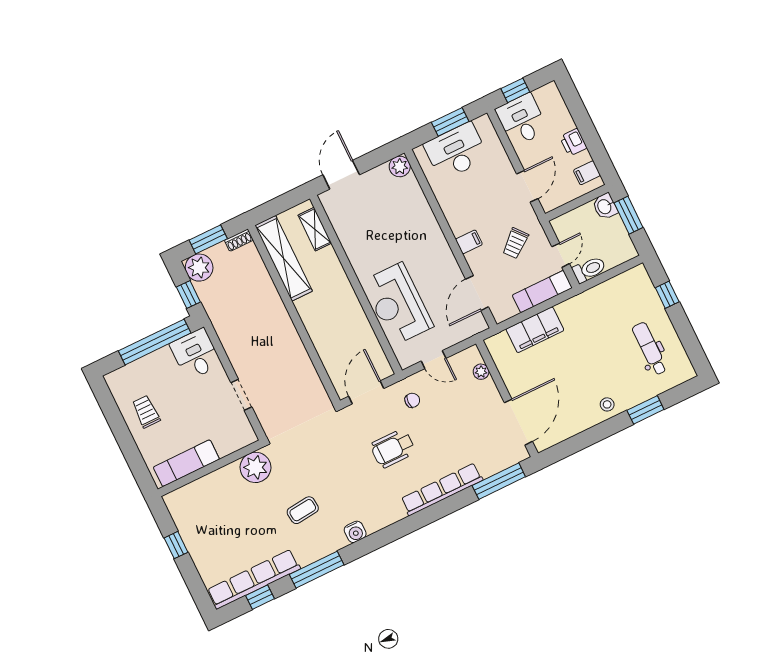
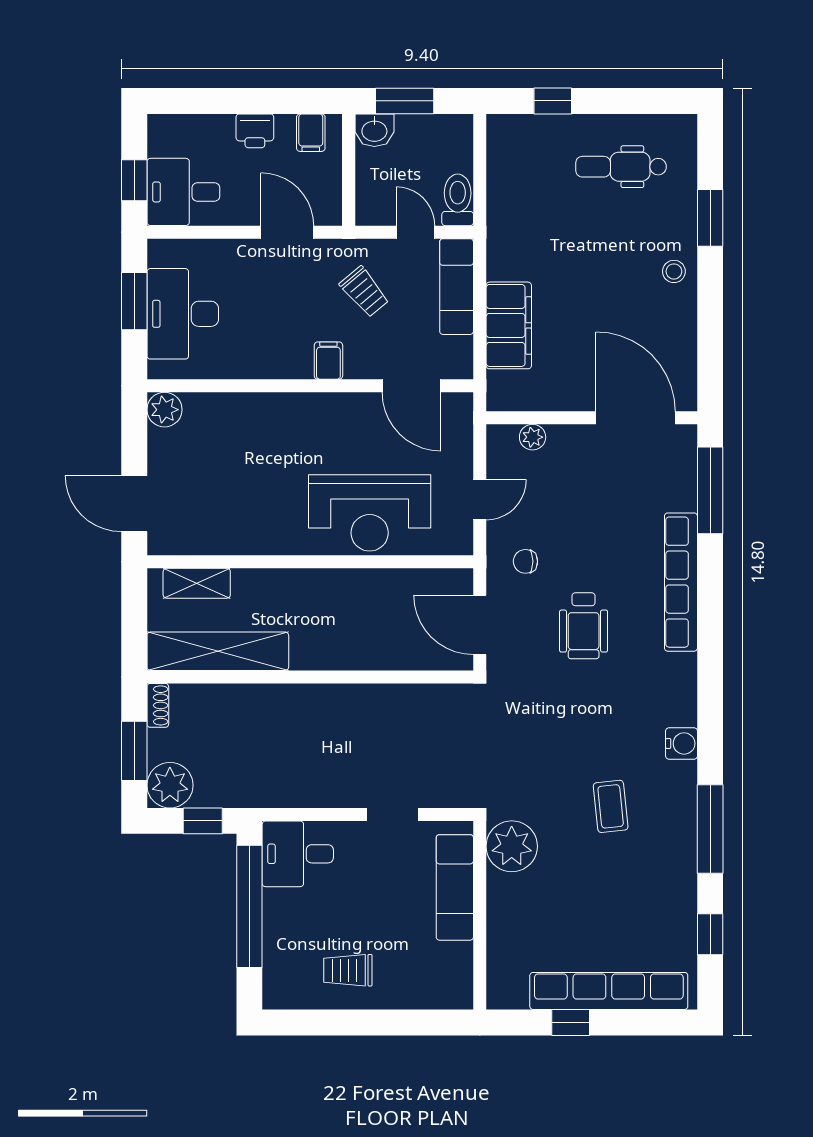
chair: (412, 400) -> (525, 561), turned -90
exam couch: (186, 463) -> (455, 887), moved
row of seats: (254, 579) -> (609, 991), moved, turned 90

